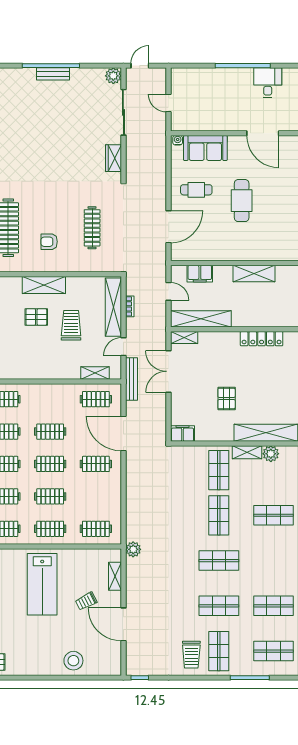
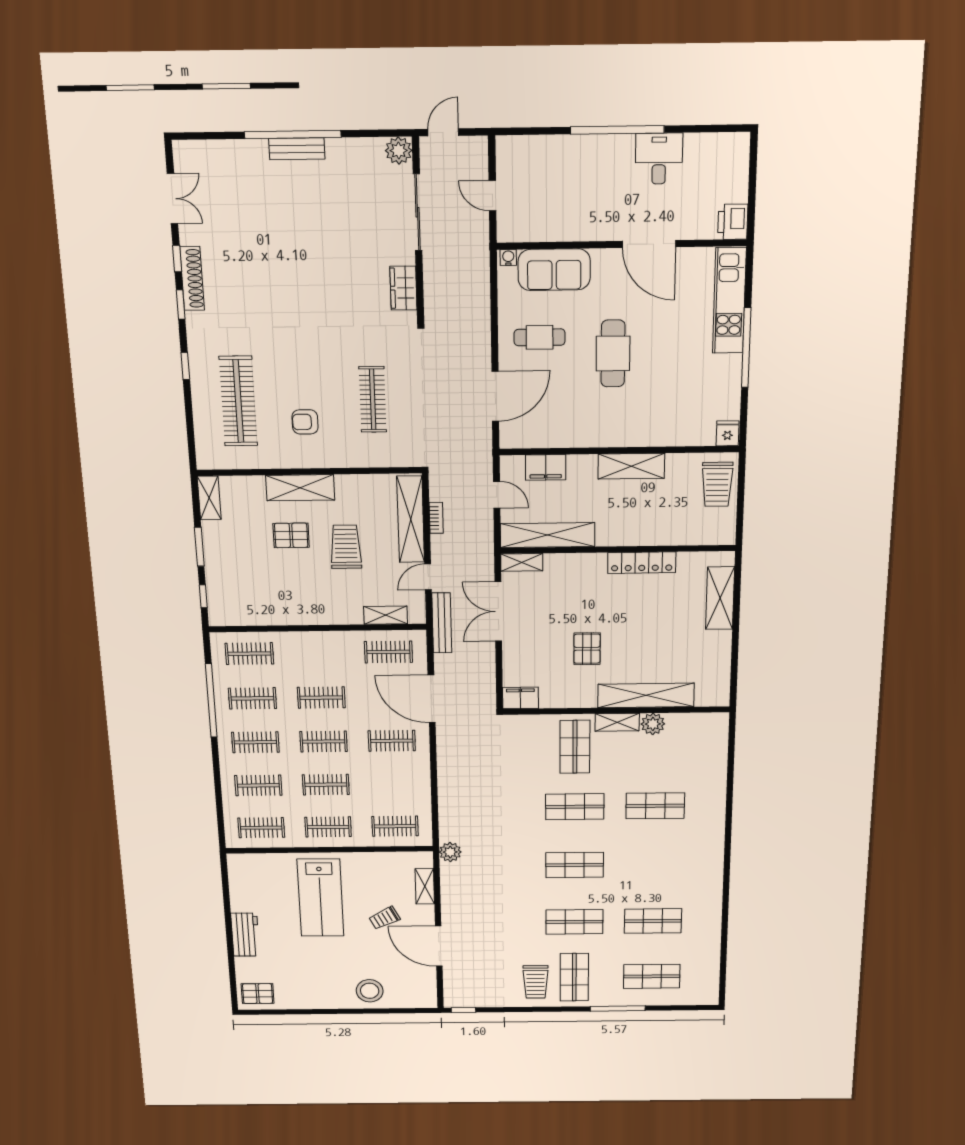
shop shelf: (219, 515) -> (575, 807), turned 90

